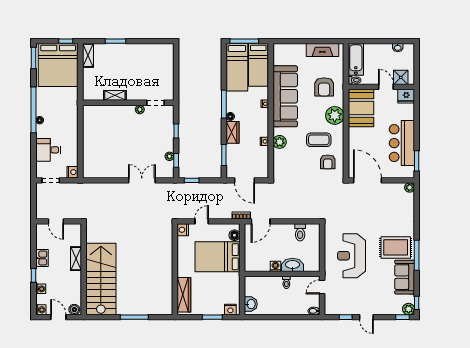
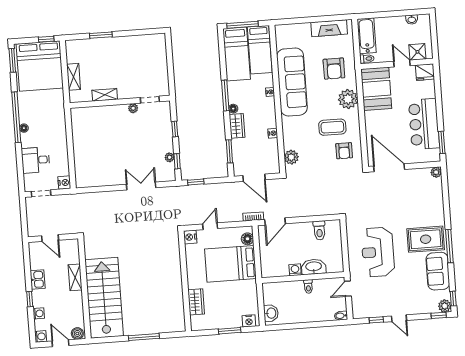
shelving: (88, 55) -> (74, 77), moved
plant: (280, 142) -> (291, 157), moved
wardrobe: (184, 295) -> (196, 302), width x0.67

